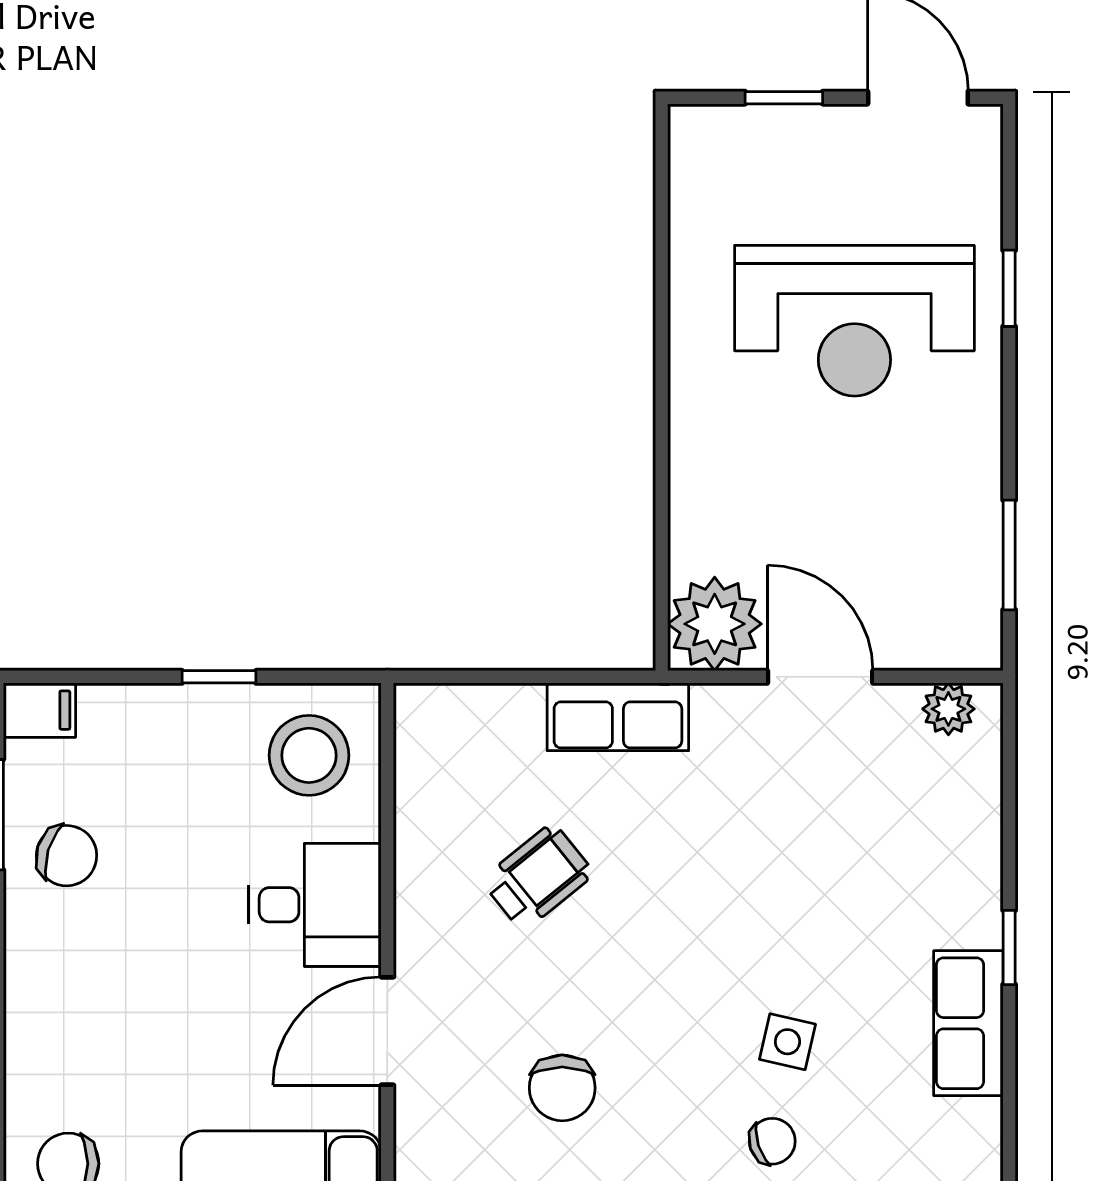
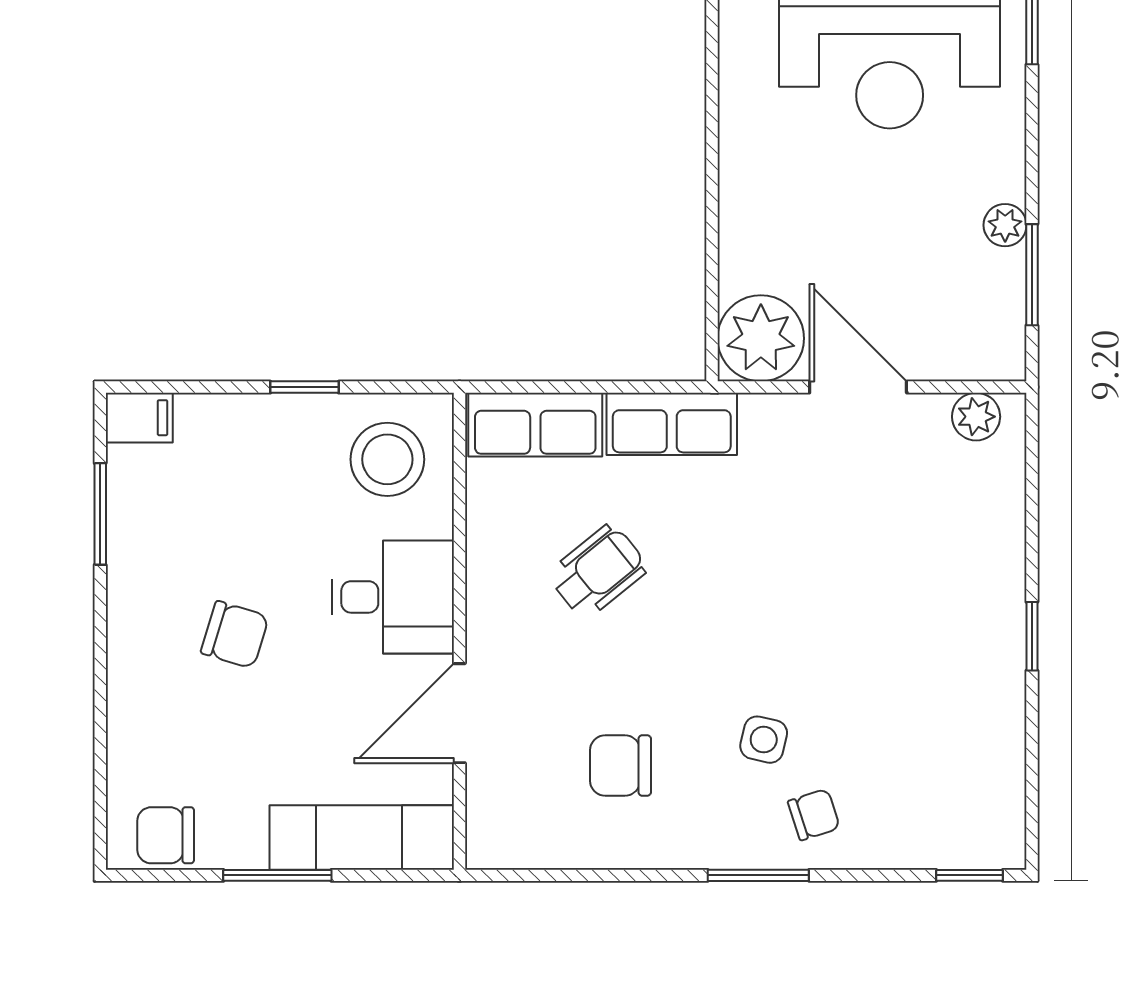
plant: (980, 501) -> (1005, 225), added
chair: (67, 856) -> (235, 635), moved
row of seats: (968, 1023) -> (535, 425), moved, turned -90
side table: (787, 1042) -> (764, 740), moved
chair: (562, 1088) -> (620, 766), turned 90

